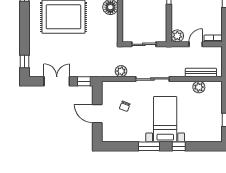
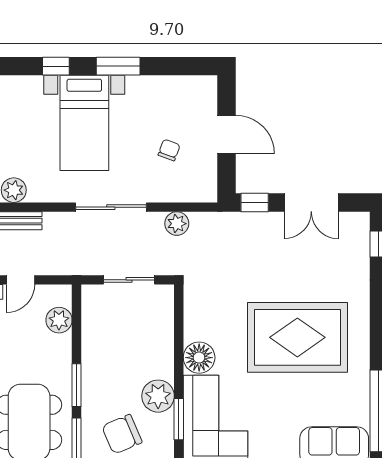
plant: (177, 36) -> (59, 320), moved

